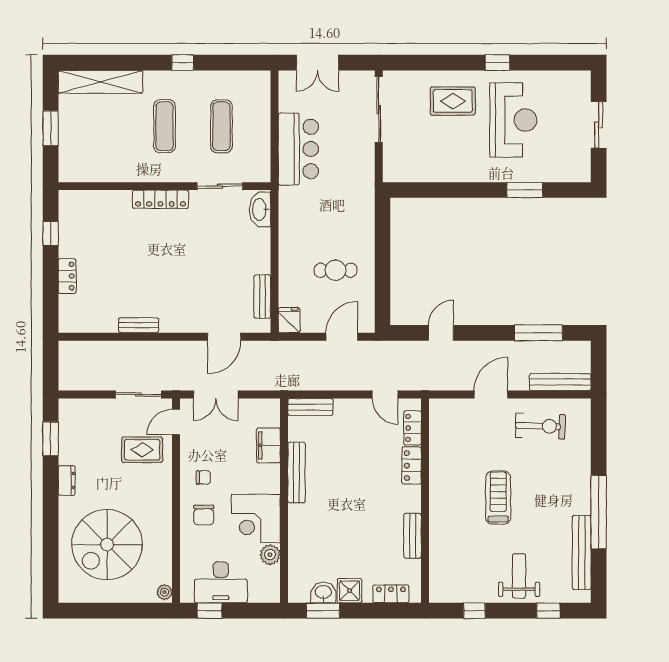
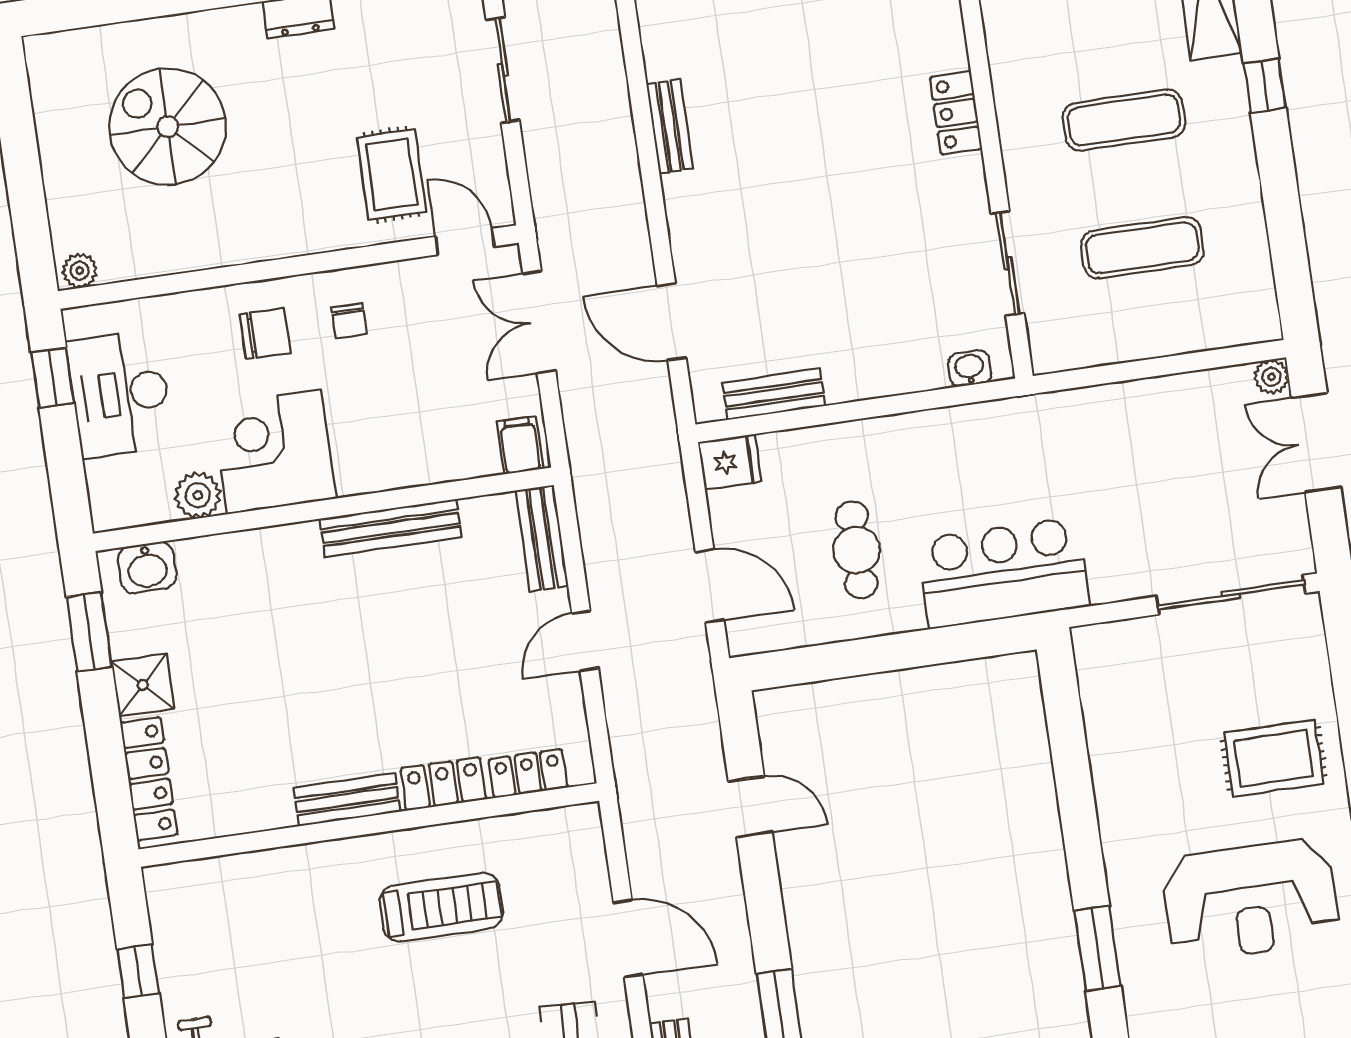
window: (183, 63) -> (1265, 85), moved
plant: (286, 78) -> (1272, 377), added
rug: (453, 101) -> (1274, 758), turned 90
bar counter: (298, 149) -> (1003, 573), moved, turned 180
locker: (160, 199) -> (956, 113), width x0.66
washbasin: (260, 209) -> (970, 368), width x0.52, depth x0.69
sliding door: (138, 395) -> (503, 70), moved
door: (385, 395) -> (585, 641), moved
filing cabinet: (268, 445) -> (520, 445), moved, width x0.50
treadmill: (498, 498) -> (441, 907), moved
chair: (204, 515) -> (265, 334), turned 180
bench: (412, 536) -> (347, 800), moved
spiral stairs: (107, 545) -> (168, 127), width x0.73, depth x0.73
washbasin: (323, 592) -> (147, 567), moved, turned 90
locker: (391, 594) -> (149, 779), width x1.53

